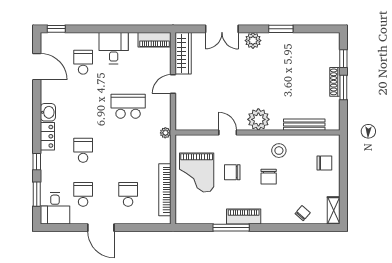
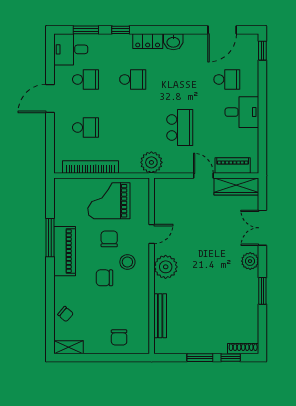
piano: (155, 40) -> (233, 165), moved, turned 90
shoe rack: (335, 82) -> (243, 349), moved
plant: (165, 133) -> (151, 162), width x1.87, depth x1.87
stool: (279, 151) -> (127, 262), moved
piano: (244, 217) -> (65, 251), width x1.37, depth x1.33

